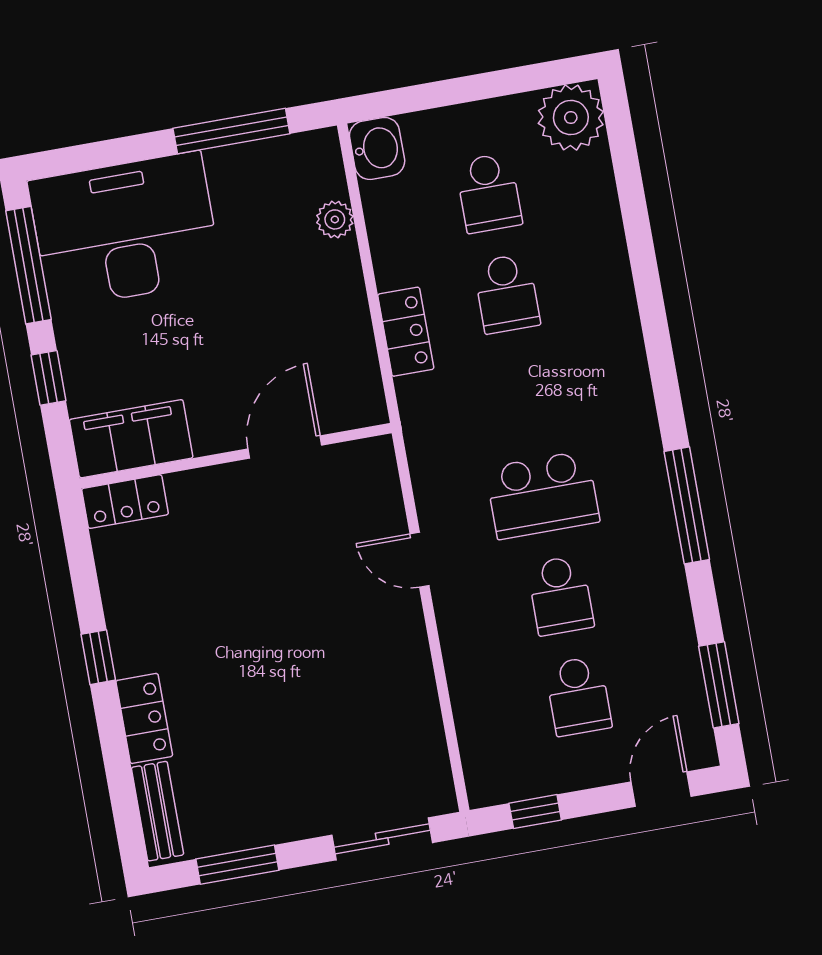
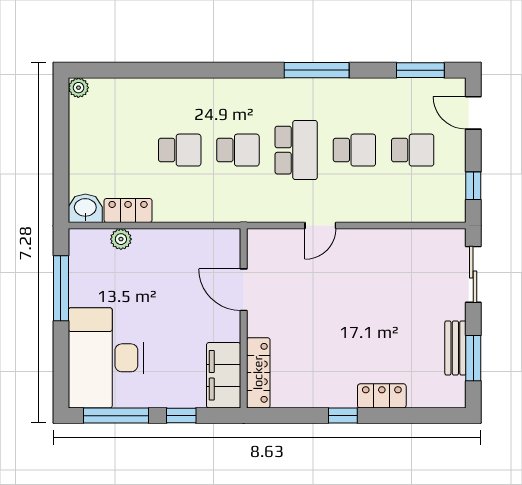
plant: (571, 117) -> (78, 88), width x0.53, depth x0.53
school desk: (489, 193) -> (238, 150), moved
locker: (406, 332) -> (128, 210), moved
locker: (125, 502) -> (258, 373), width x1.53
bench: (157, 811) -> (455, 348), moved, turned 90

